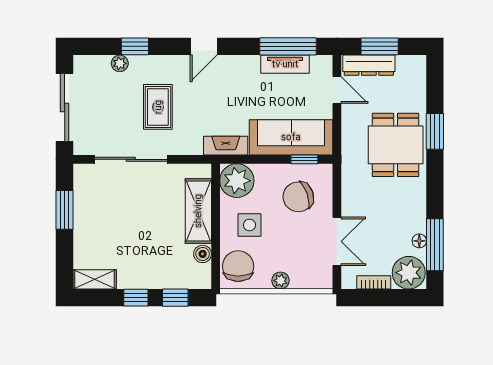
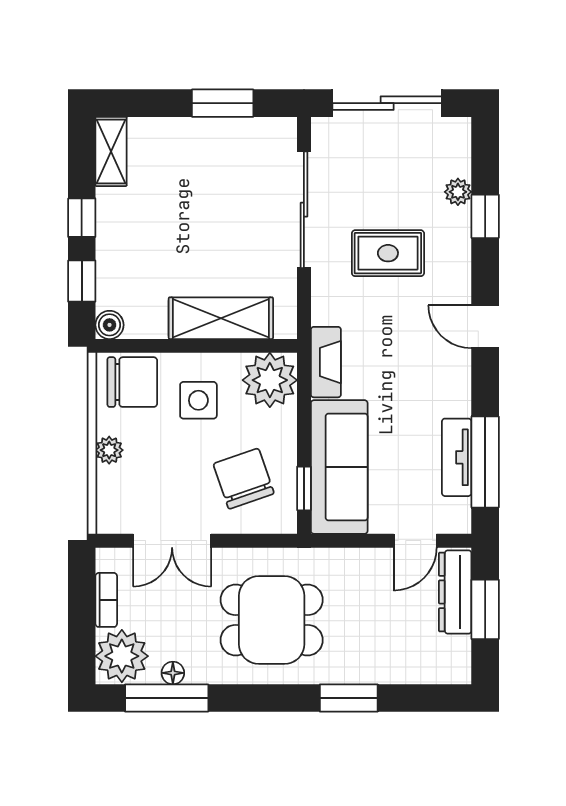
dining table: (396, 145) -> (272, 620), moved
boiler: (203, 254) -> (110, 325), moved

